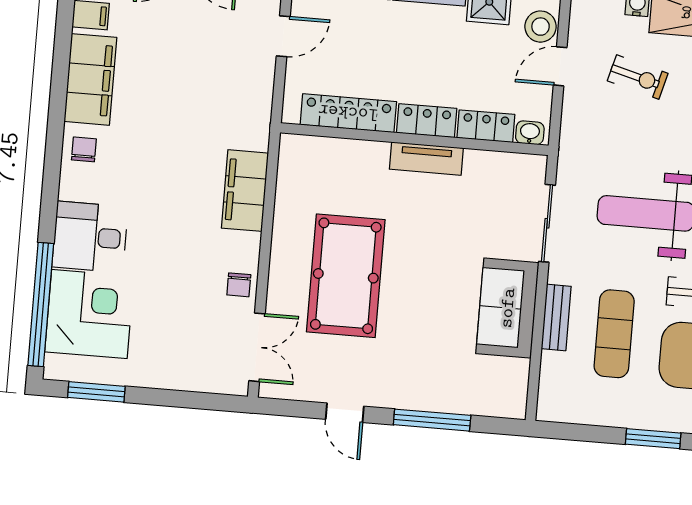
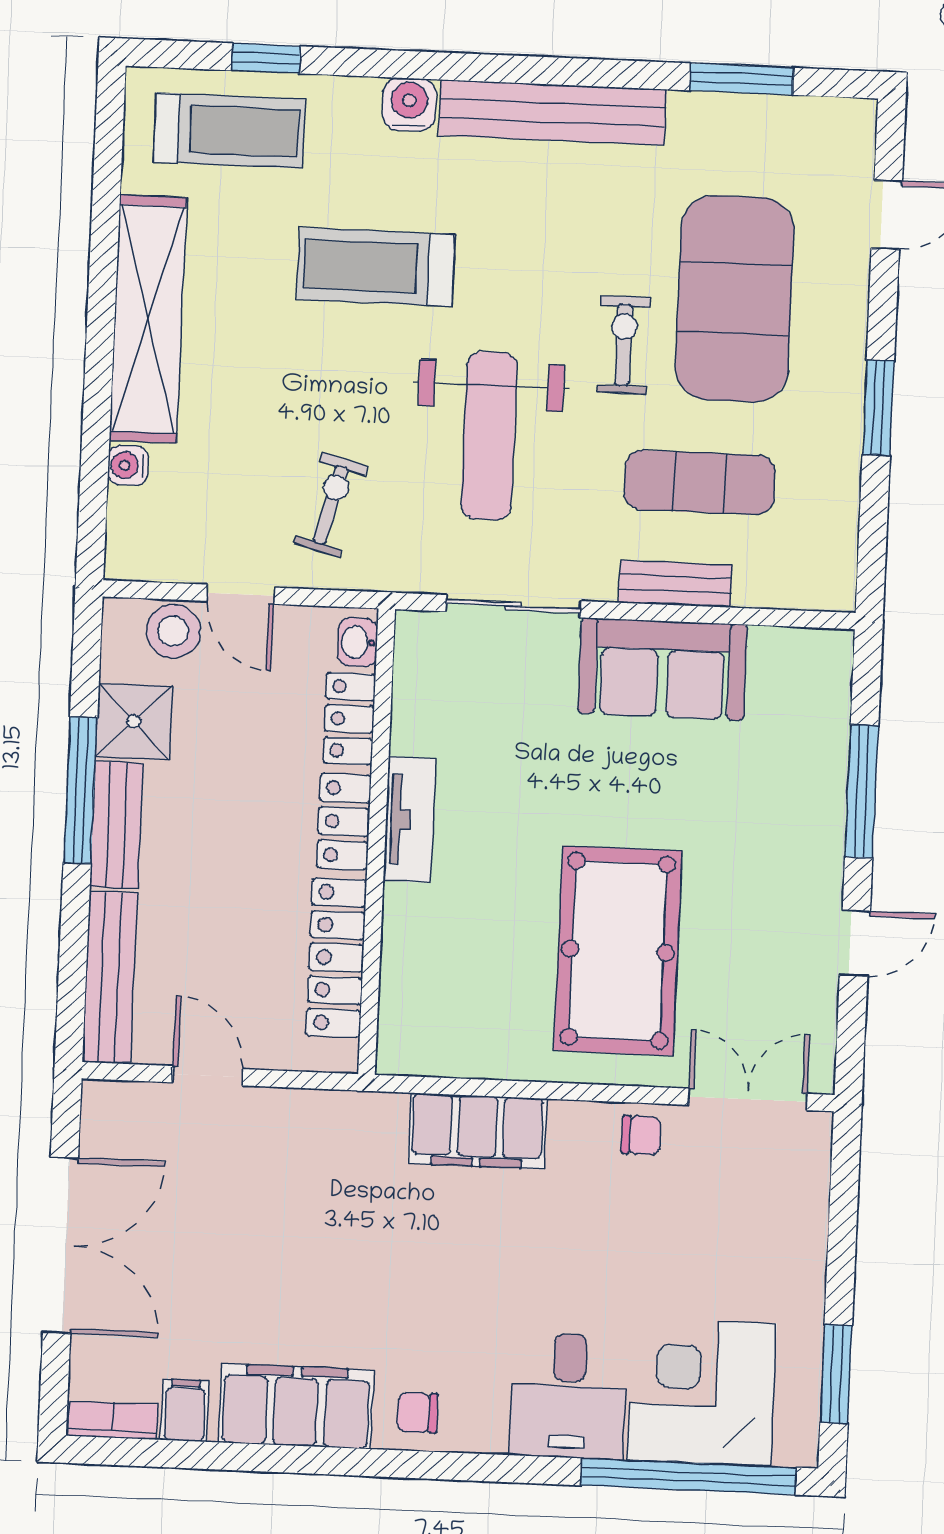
exercise bike: (638, 77) -> (331, 505), moved
pool table: (346, 276) -> (618, 951), turned 90

